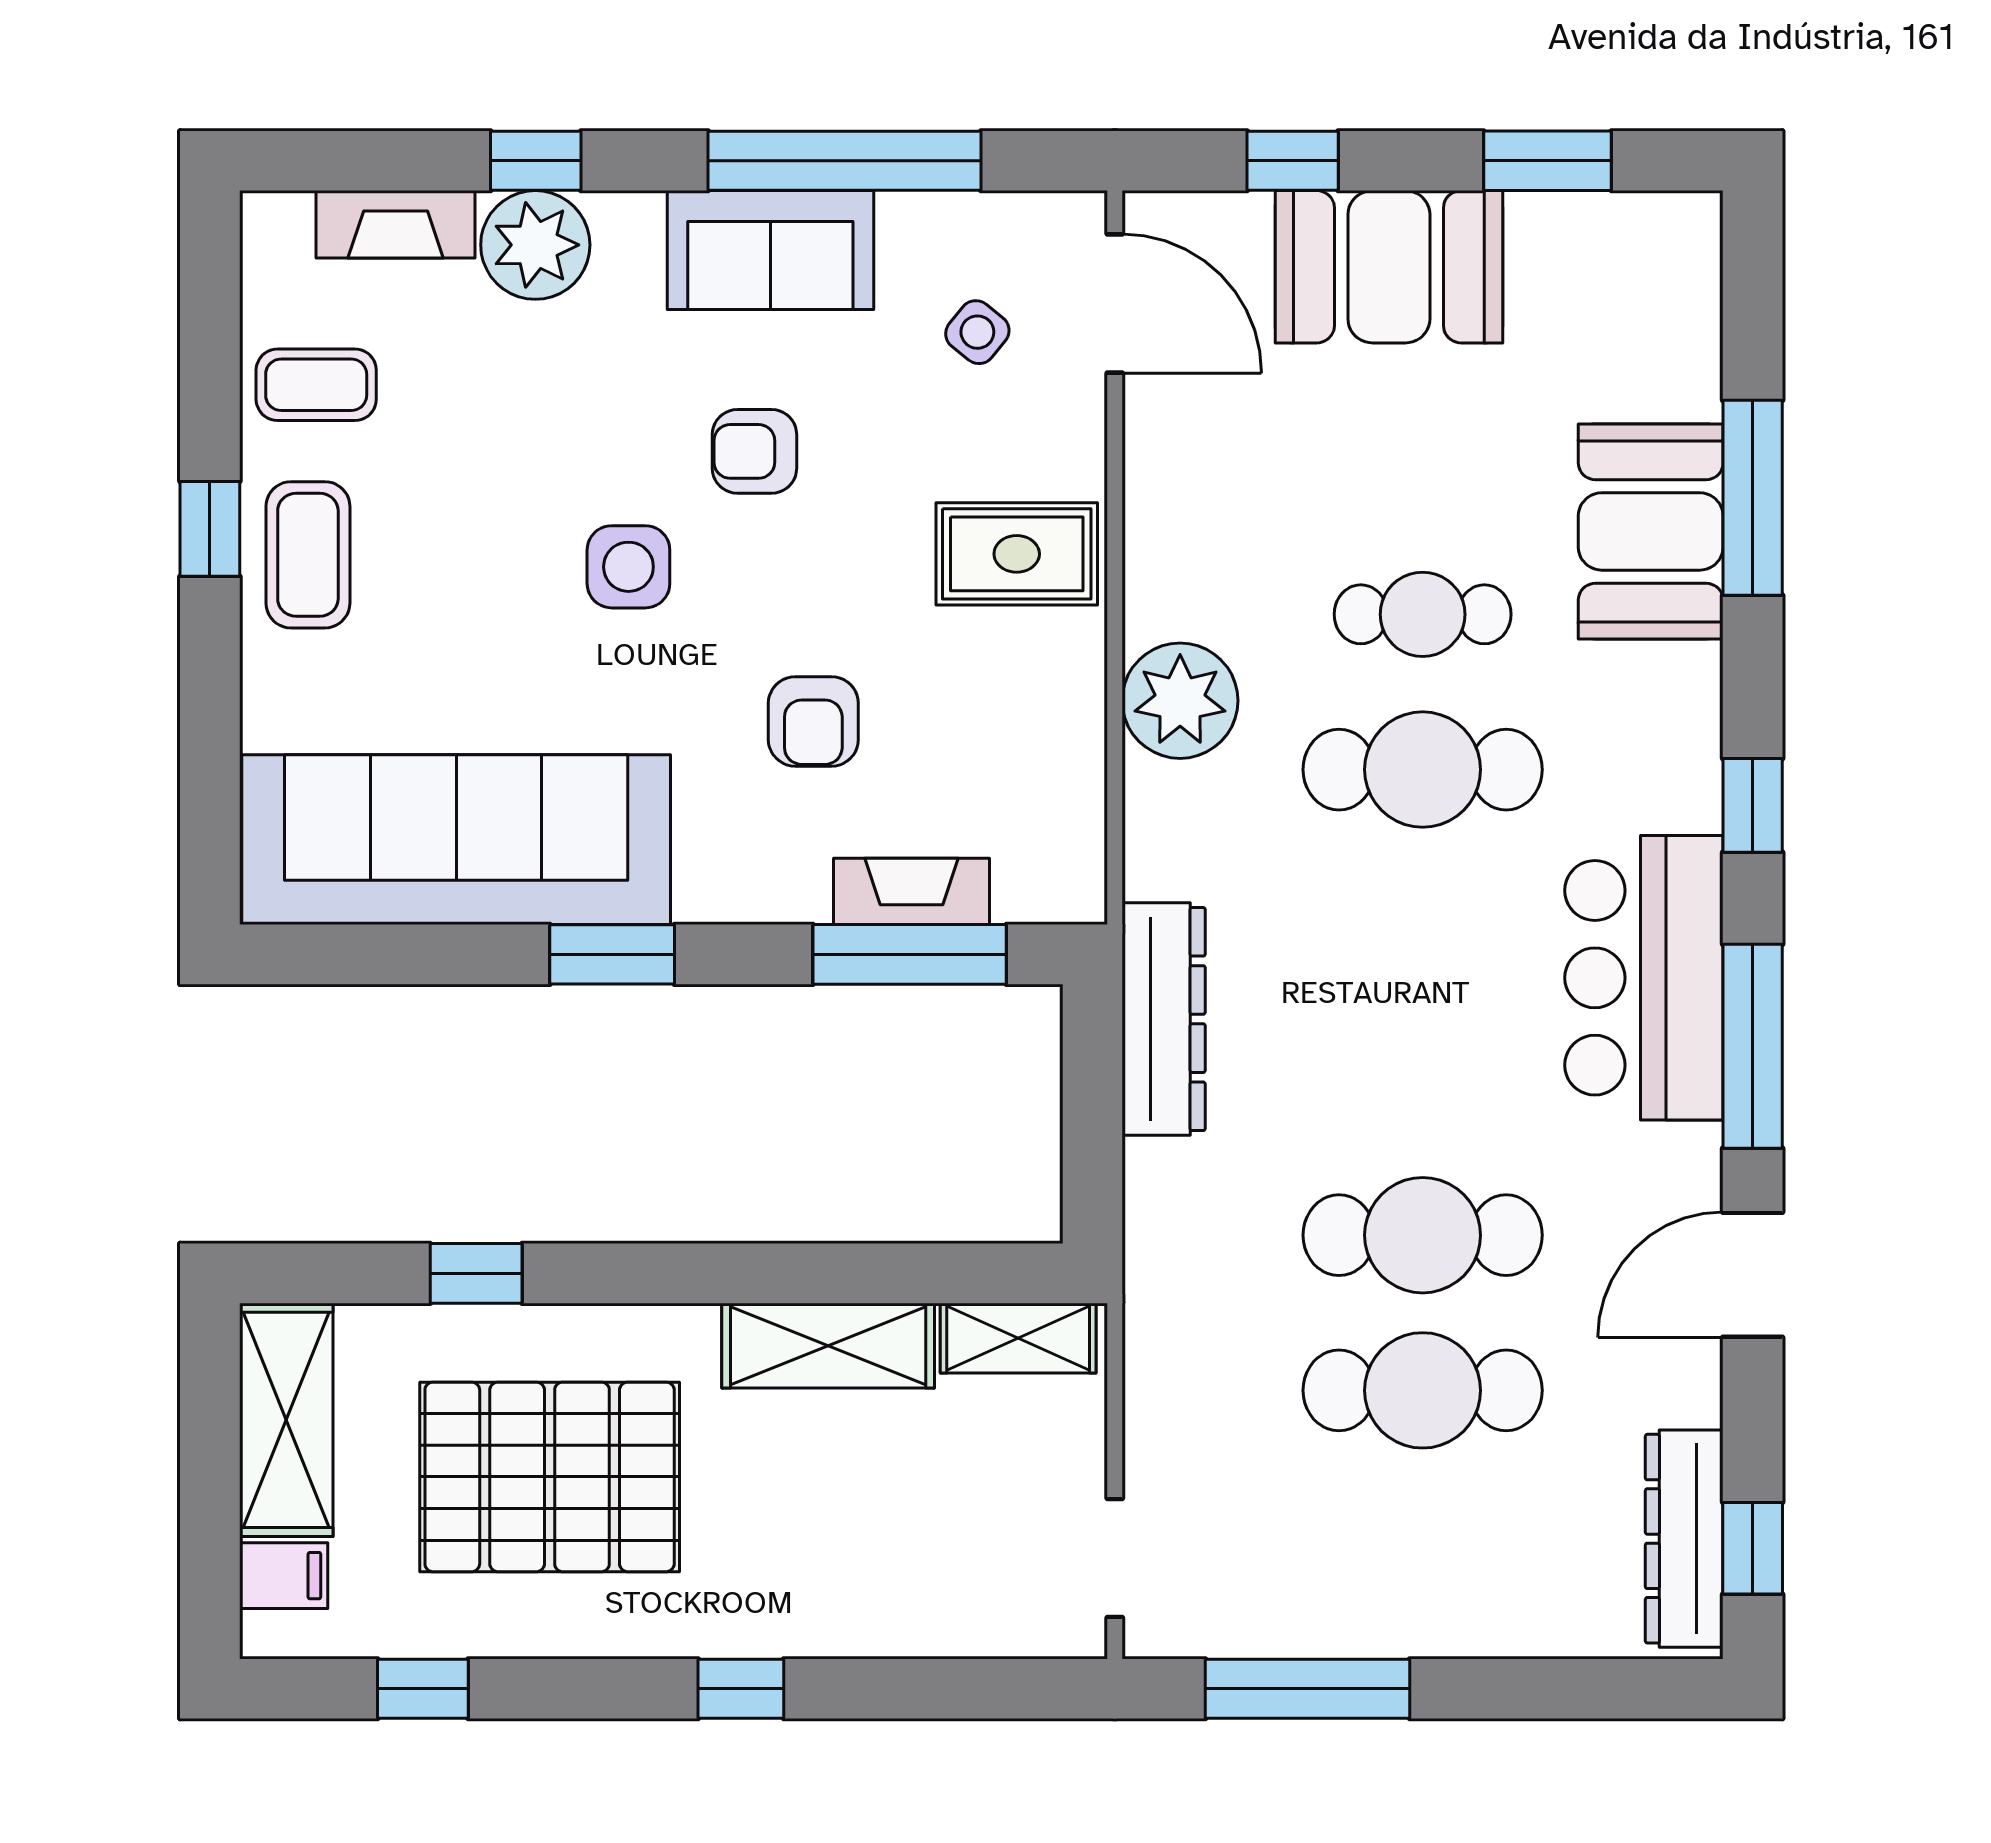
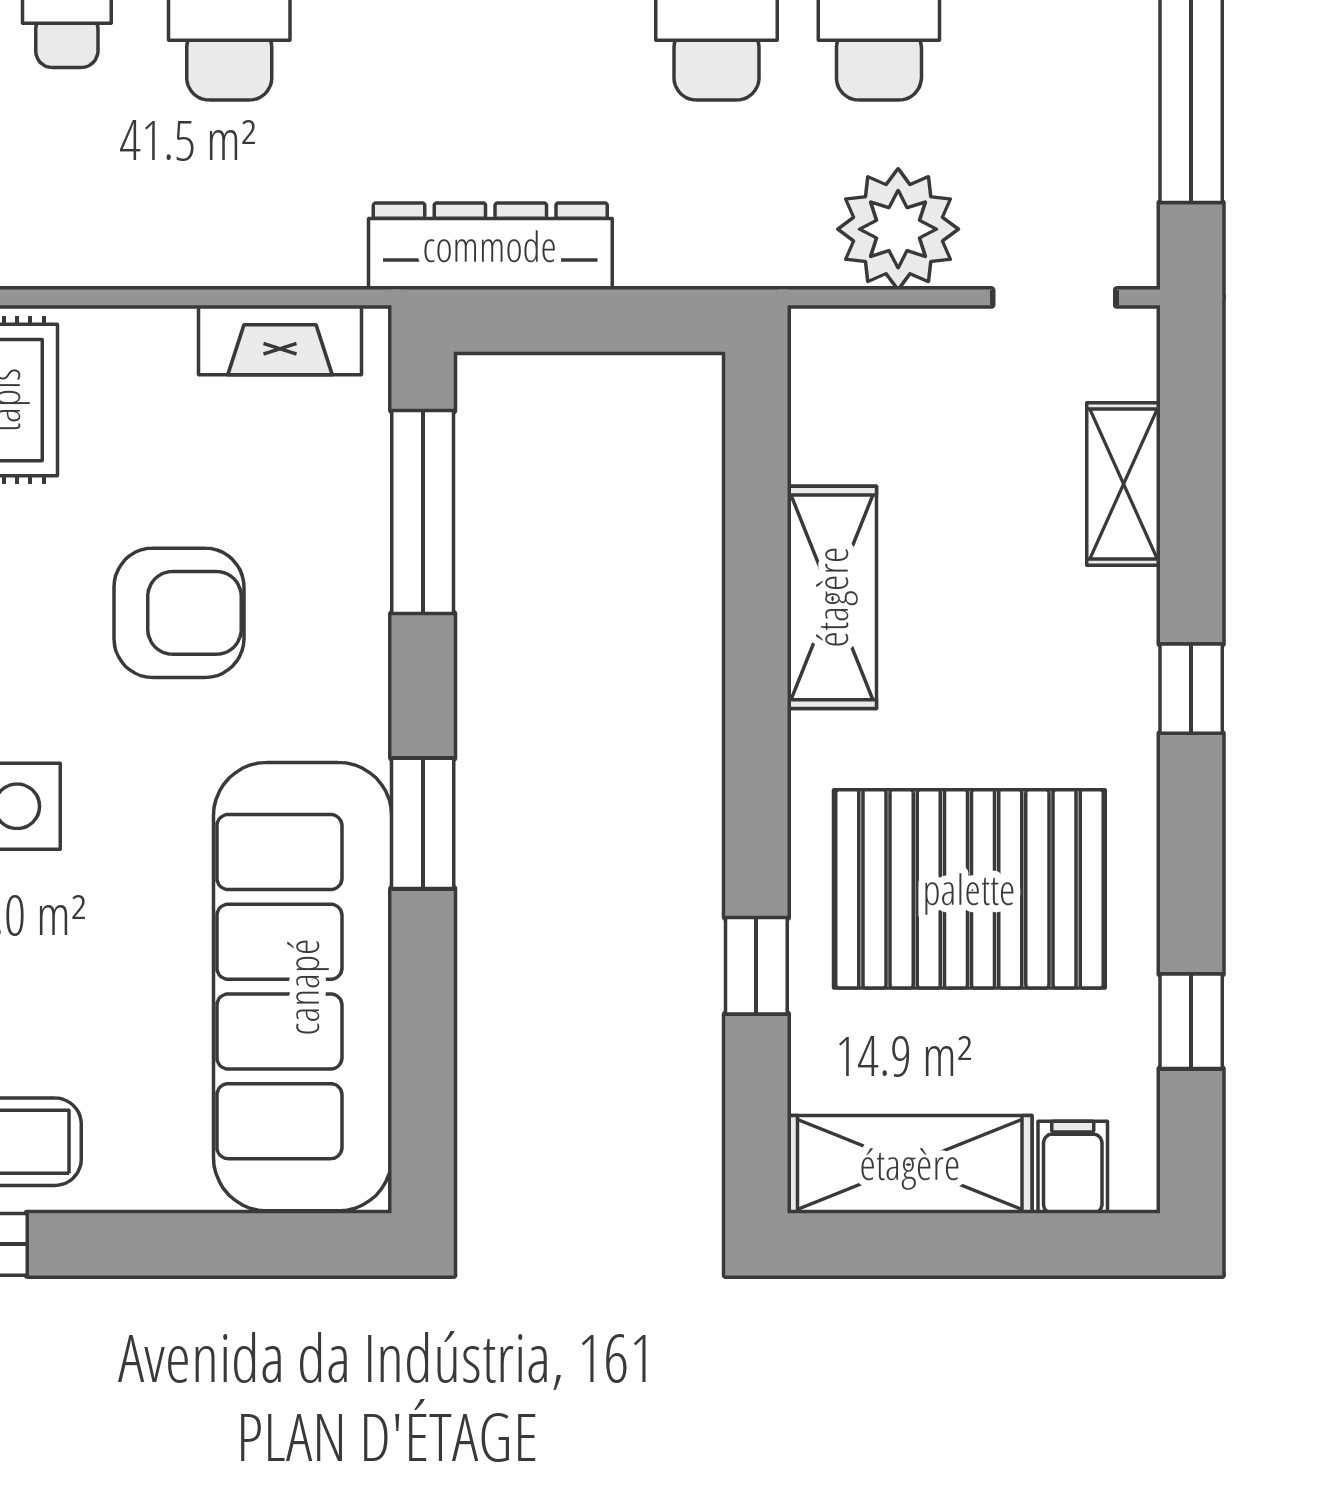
plant: (1180, 701) -> (898, 229), moved
armchair: (813, 721) -> (179, 613), width x1.38, depth x1.38
fireplace: (911, 891) -> (280, 340), moved, turned -90
shelving: (1018, 1338) -> (1123, 484), moved
pallet: (550, 1477) -> (969, 889), turned 90

